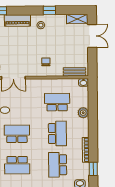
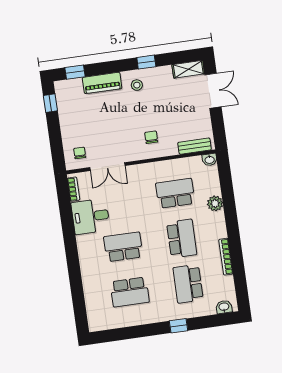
window: (93, 169) -> (240, 283), removed

